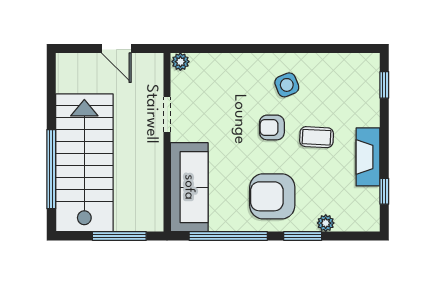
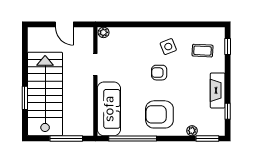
coffee table: (317, 137) -> (203, 51), moved
window: (51, 169) -> (25, 98), width x0.47
window: (303, 236) -> (207, 139), moved

